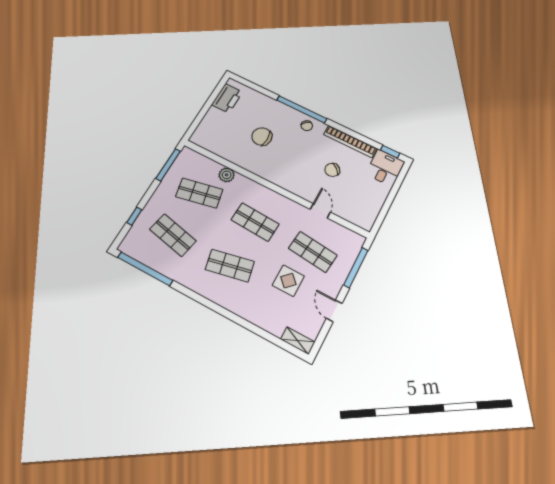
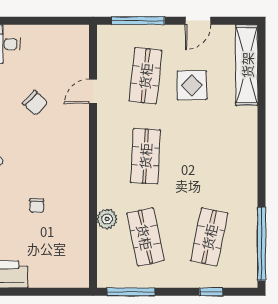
chair: (262, 137) -> (37, 206), width x0.54, depth x0.54
shop shelf: (230, 266) -> (209, 156), removed
shelving: (298, 341) -> (247, 65), width x2.20, depth x1.33

